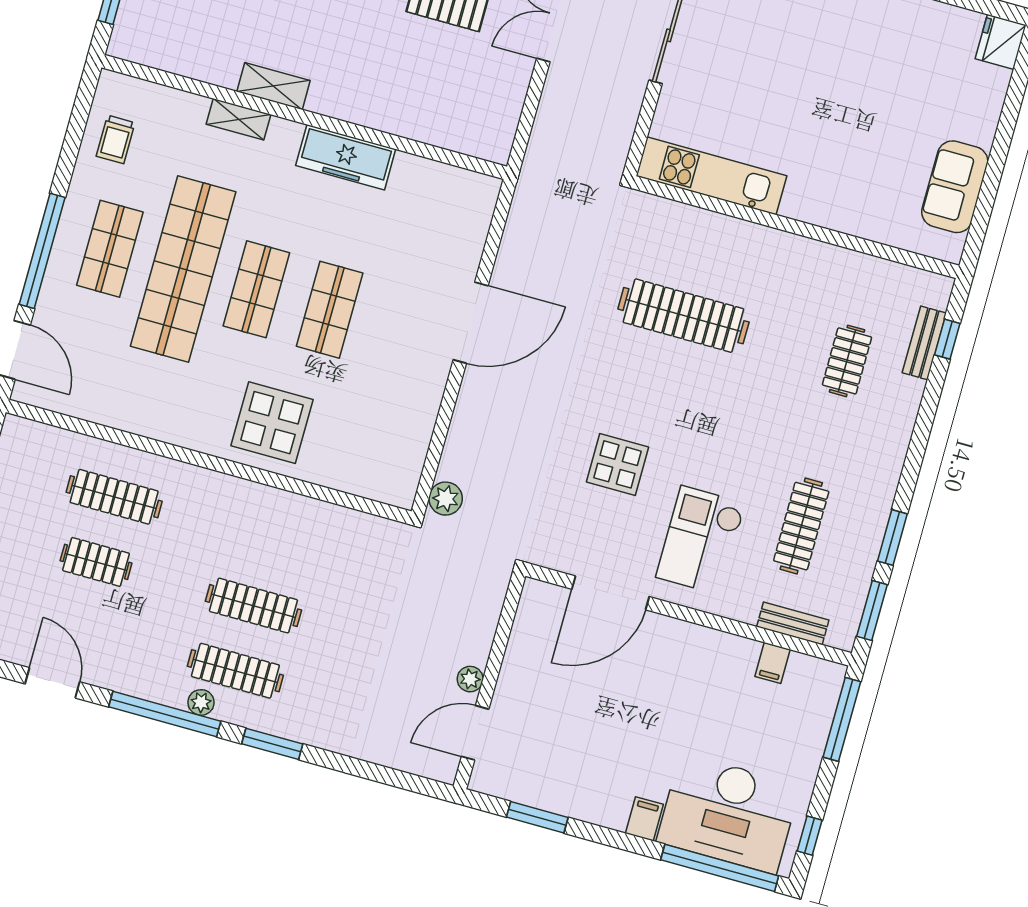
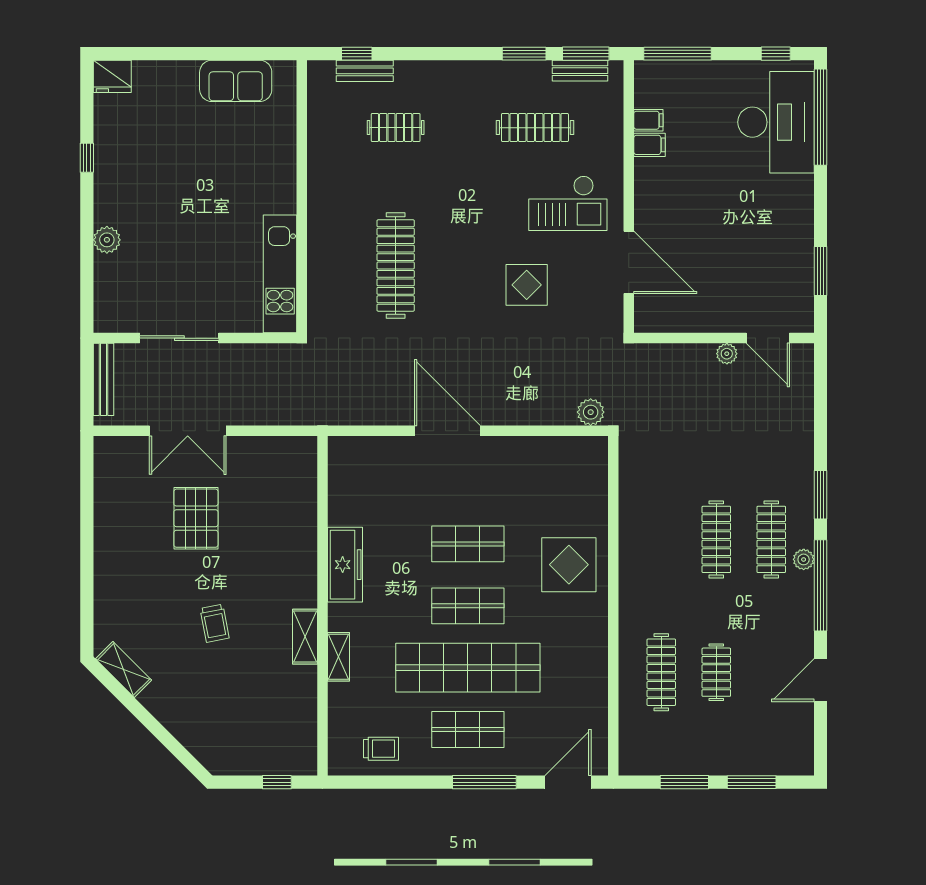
window: (42, 251) -> (484, 782), width x0.68
bench: (793, 623) -> (580, 71), moved, turned 90
filing cabinet: (644, 819) -> (650, 145), moved, turned 180

